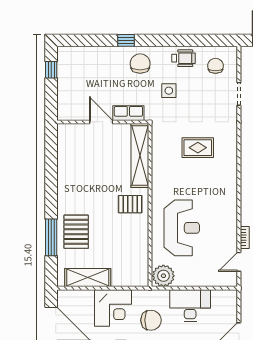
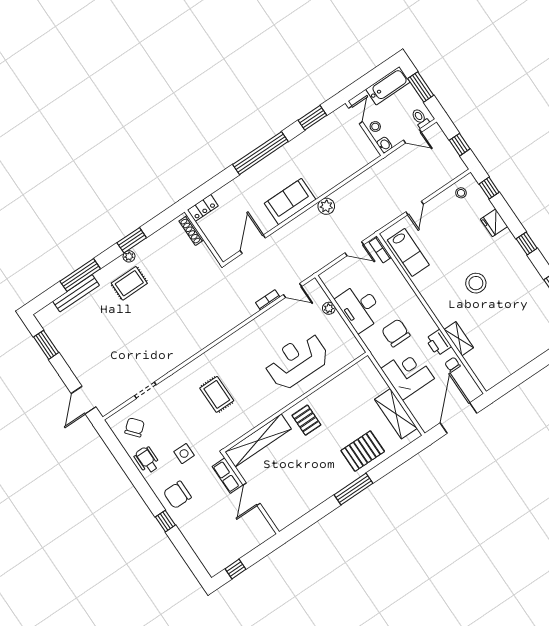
chair: (215, 66) -> (135, 427), turned 139
window: (51, 237) -> (354, 489), moved
plant: (163, 276) -> (329, 308), moved, width x0.53, depth x0.53

